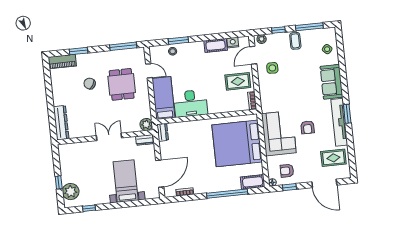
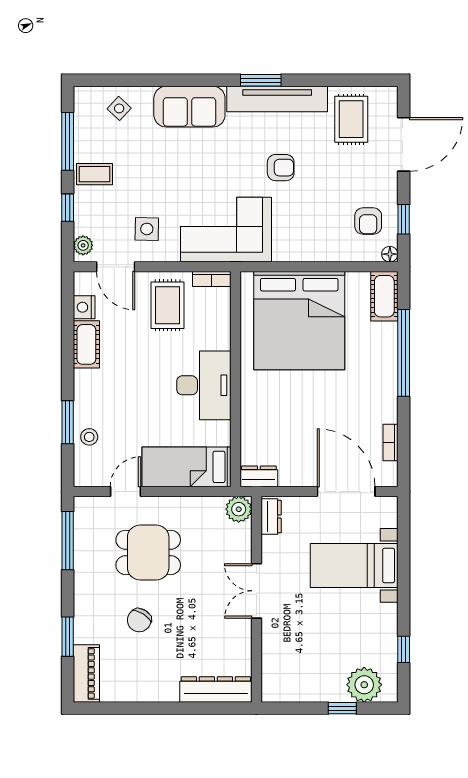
desk: (191, 103) -> (204, 385), moved
corner sofa: (279, 133) -> (226, 230), moved

